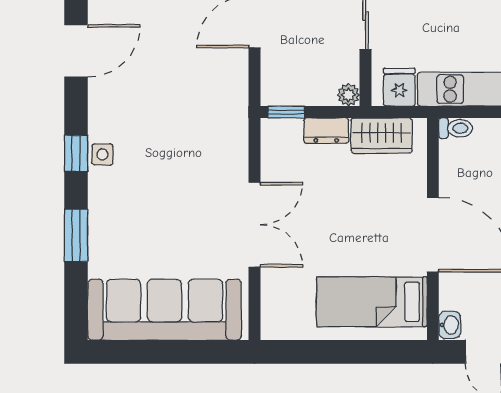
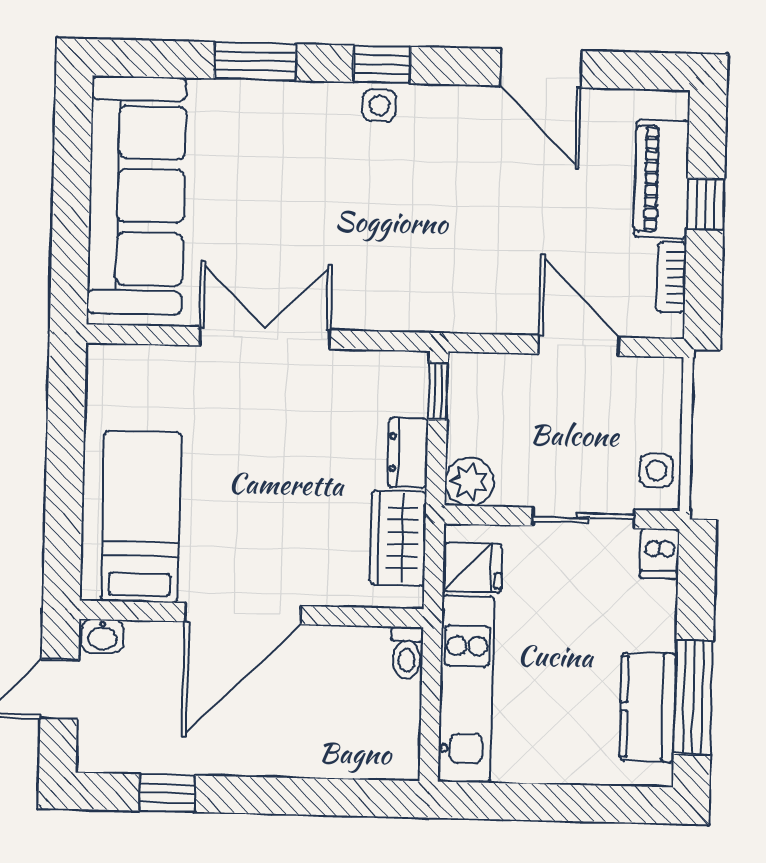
plant: (348, 95) -> (469, 482), width x1.38, depth x1.38
double door: (254, 225) -> (265, 338), swing flipped

